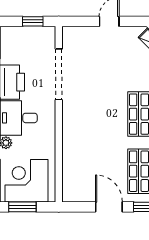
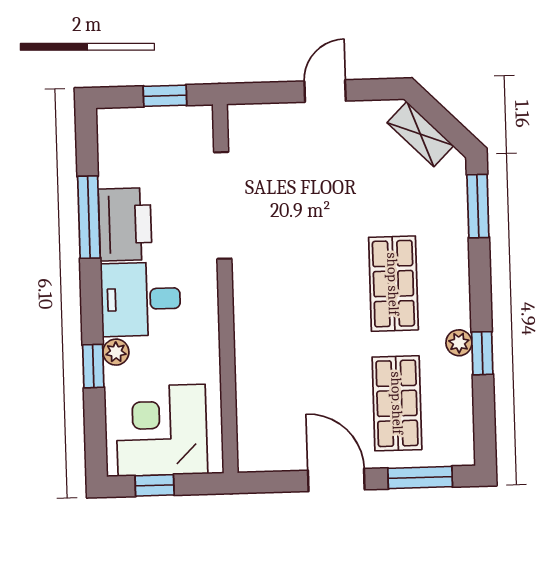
window: (22, 207) -> (155, 485), width x0.67

